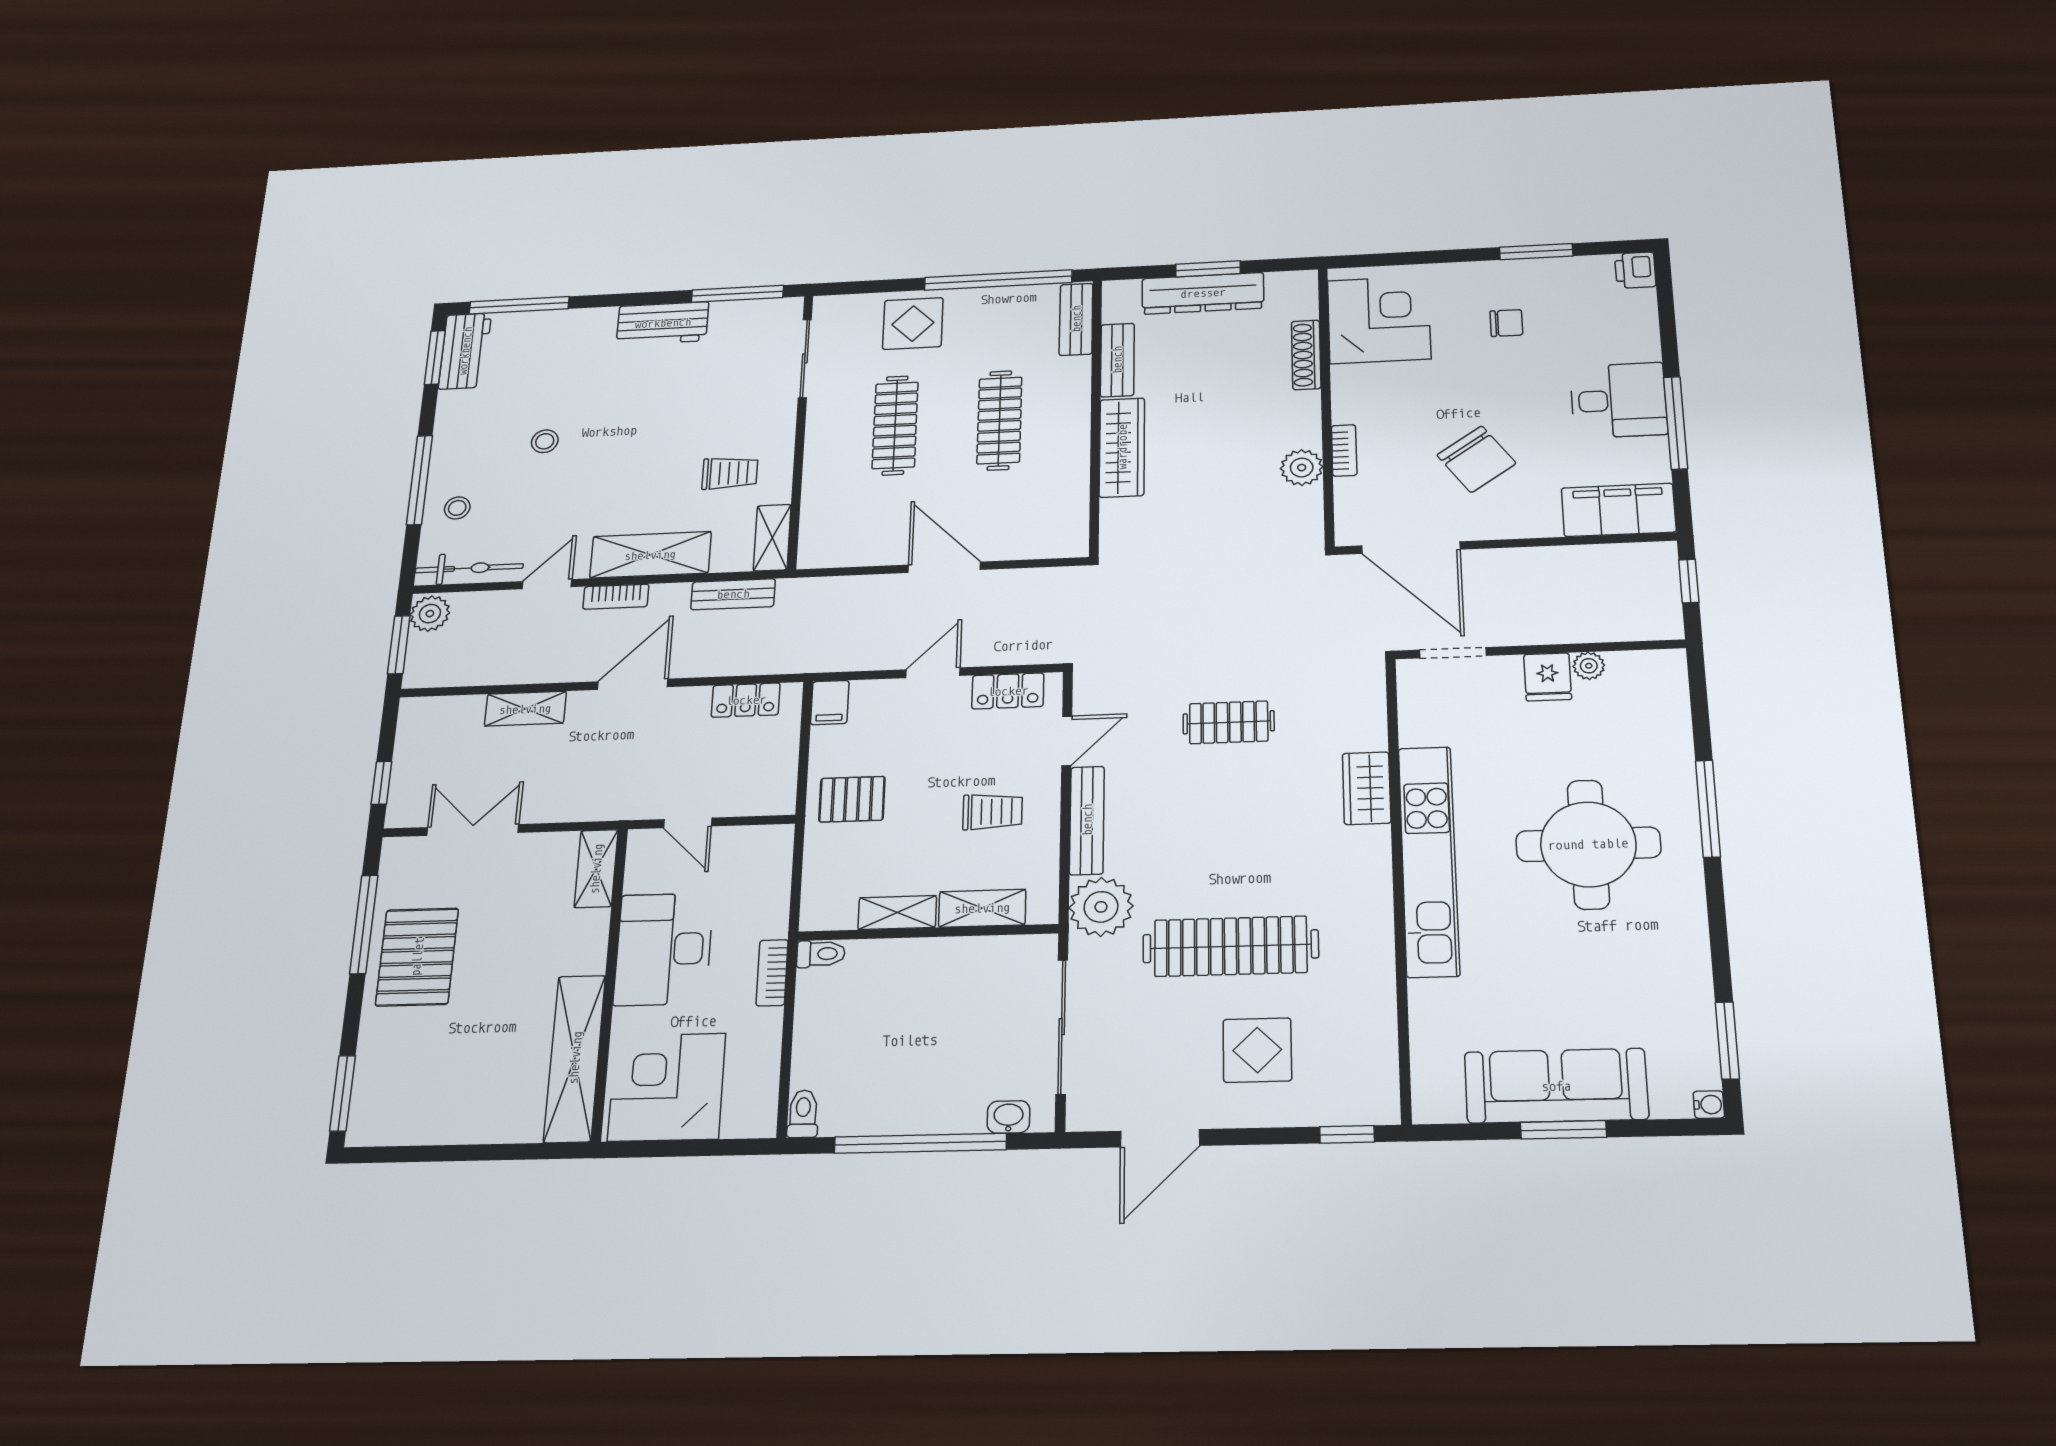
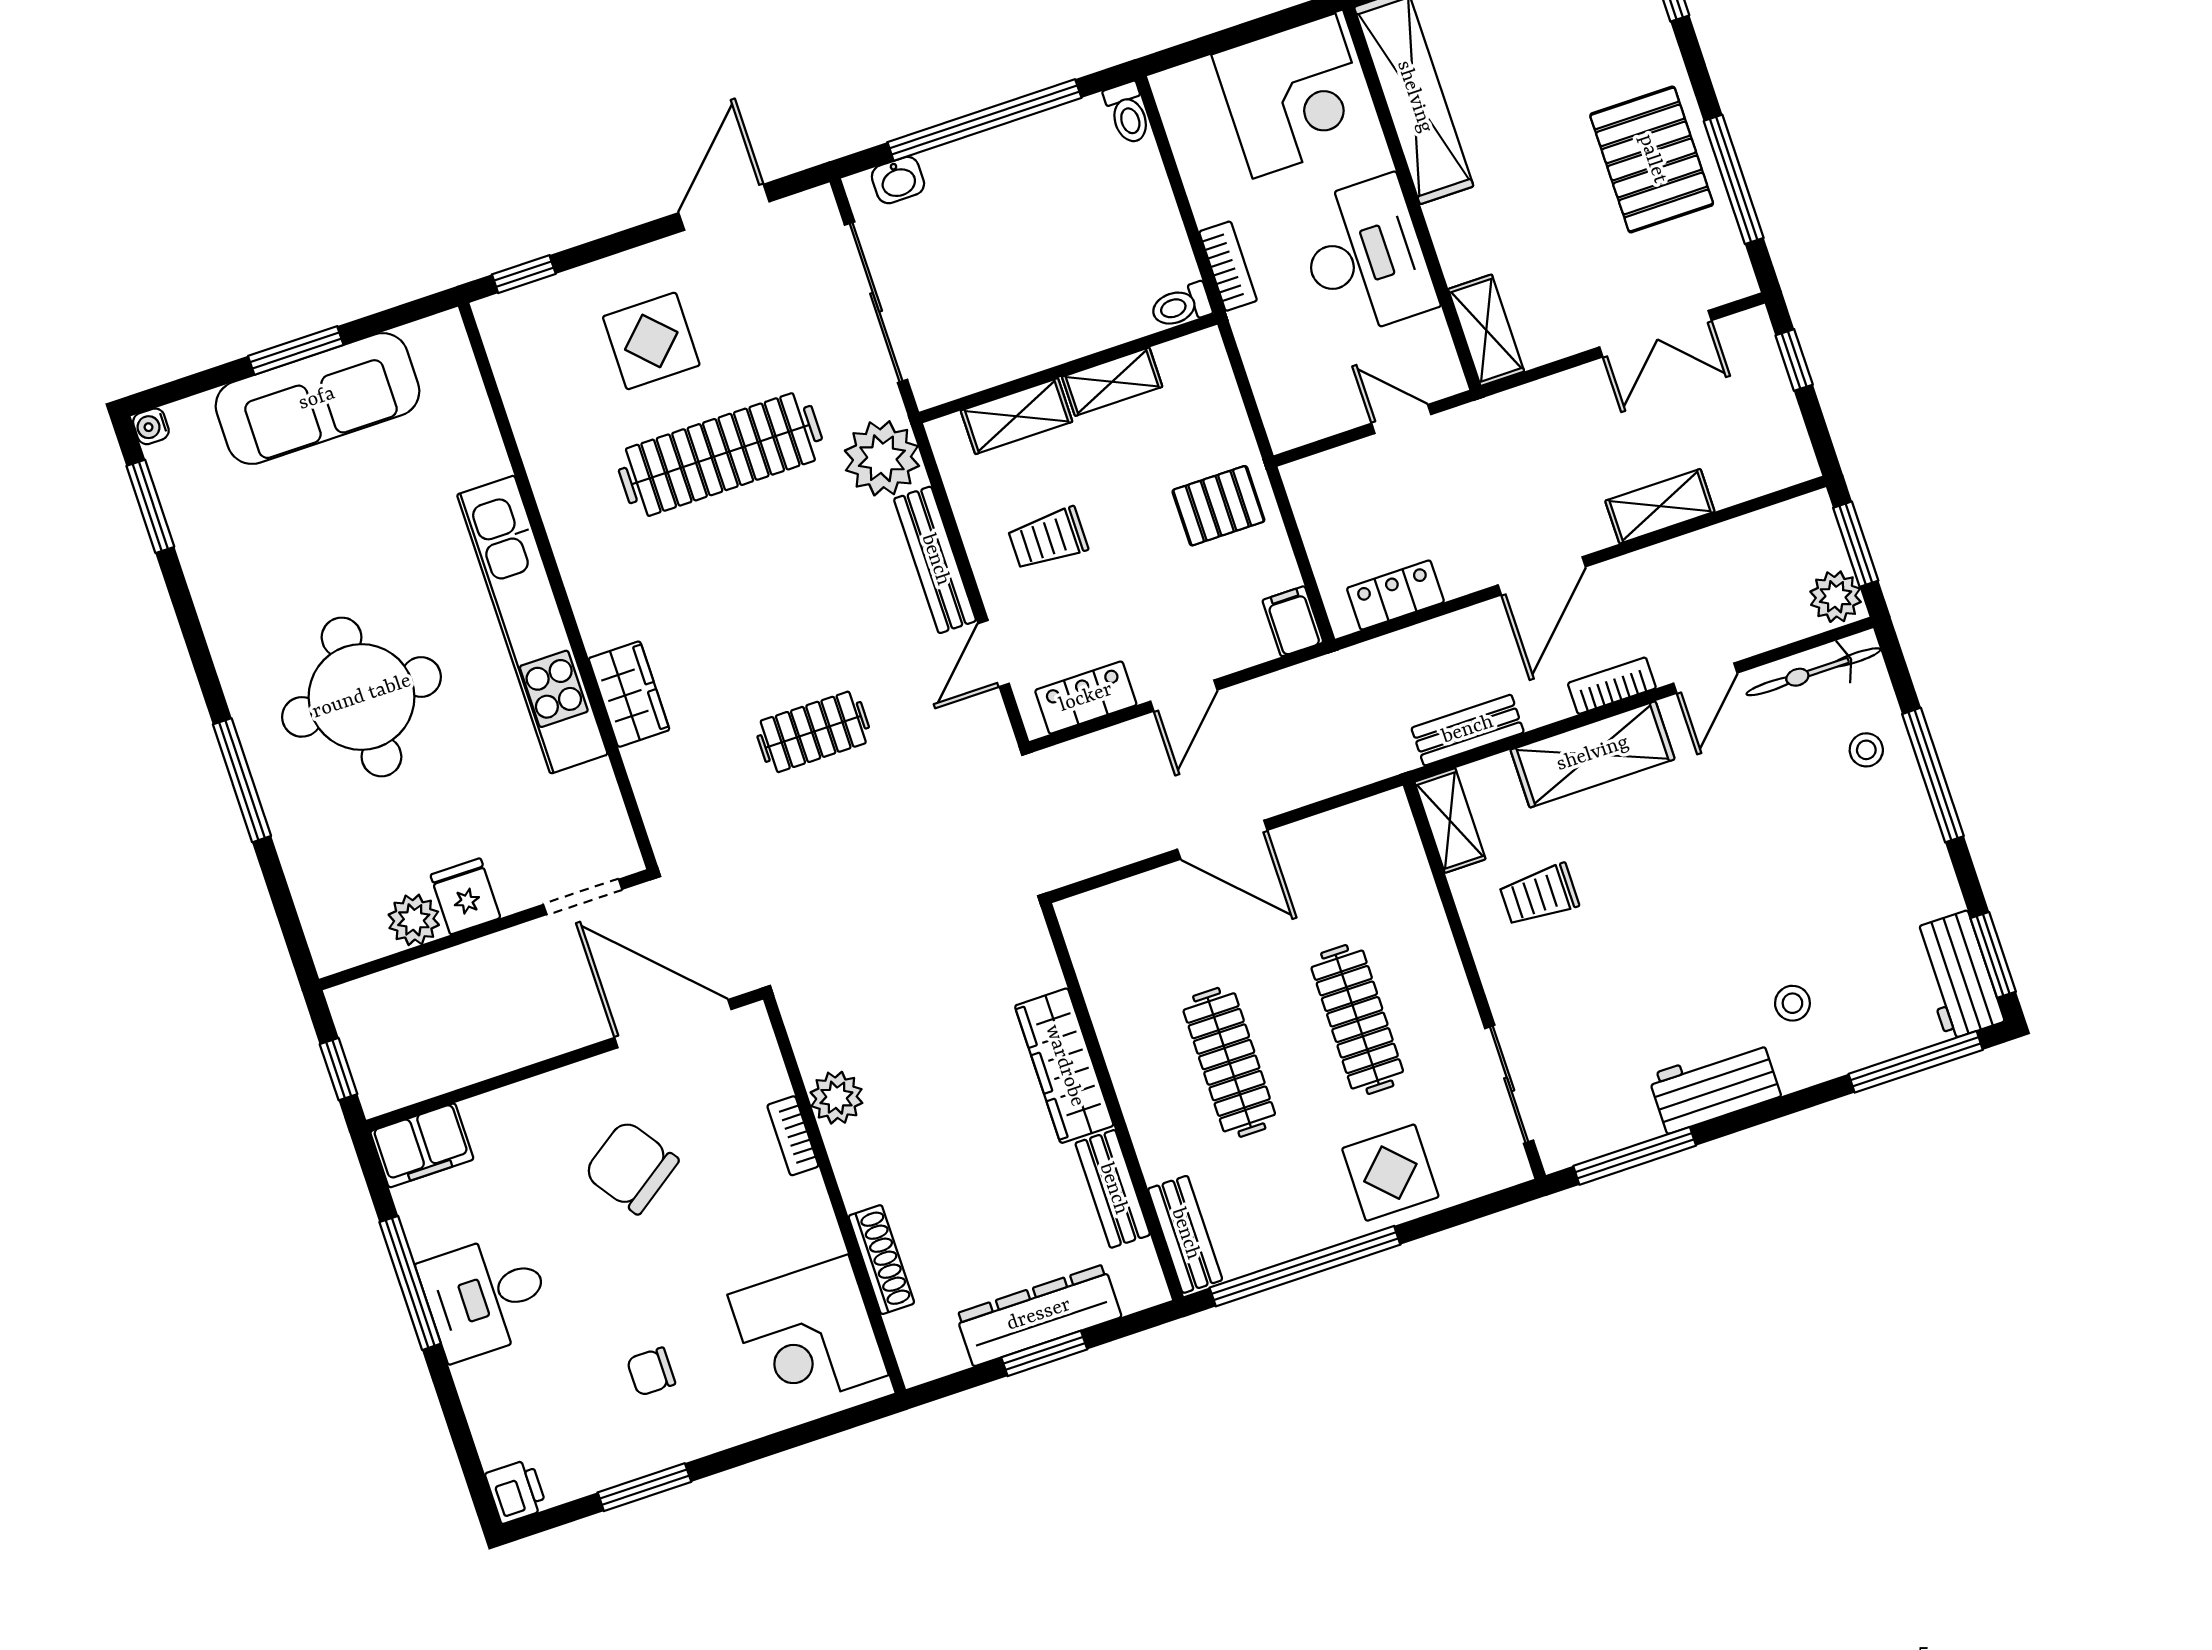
stool: (545, 441) -> (1792, 1003), moved
filing cabinet: (1619, 510) -> (422, 1145), width x0.67, depth x0.86
plant: (1589, 666) -> (414, 920), width x1.38, depth x1.38

